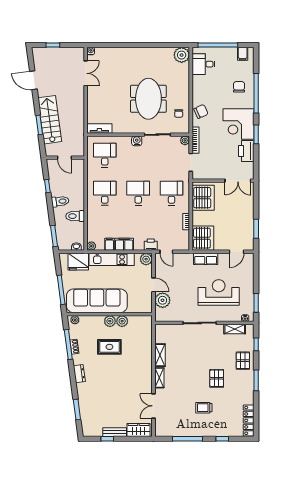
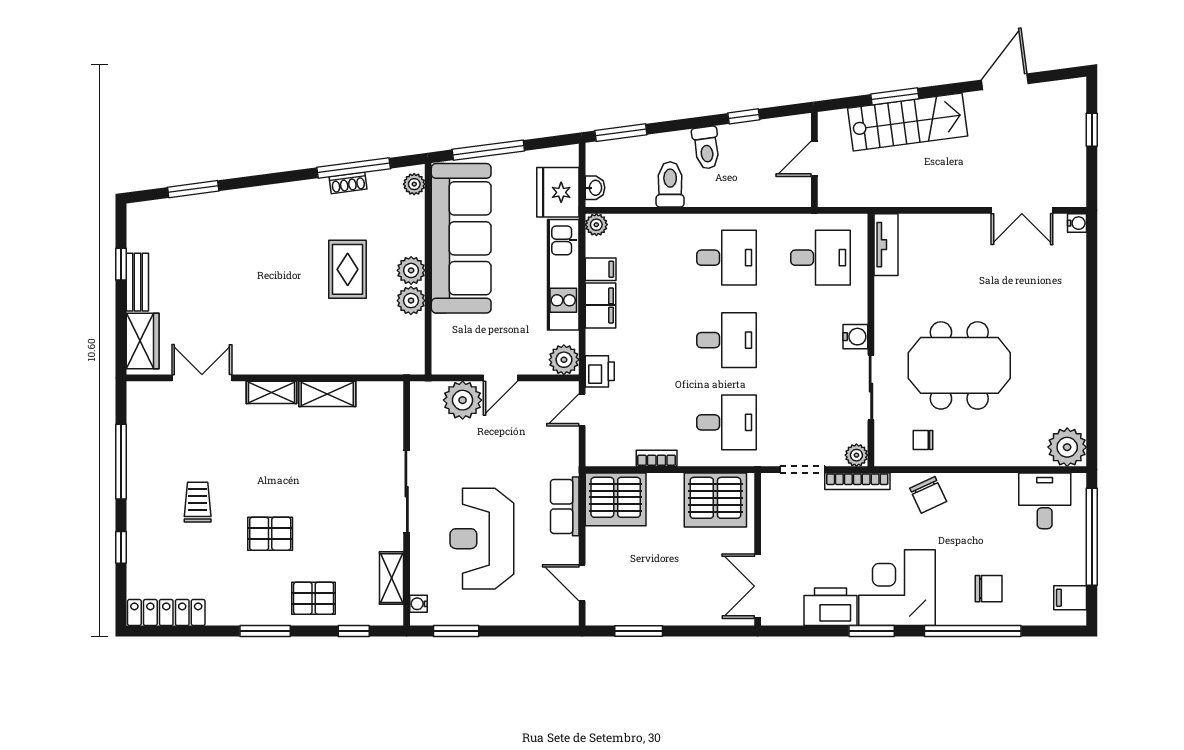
reception desk: (219, 292) -> (482, 539), turned 180
dresser: (79, 374) -> (282, 195), removed

